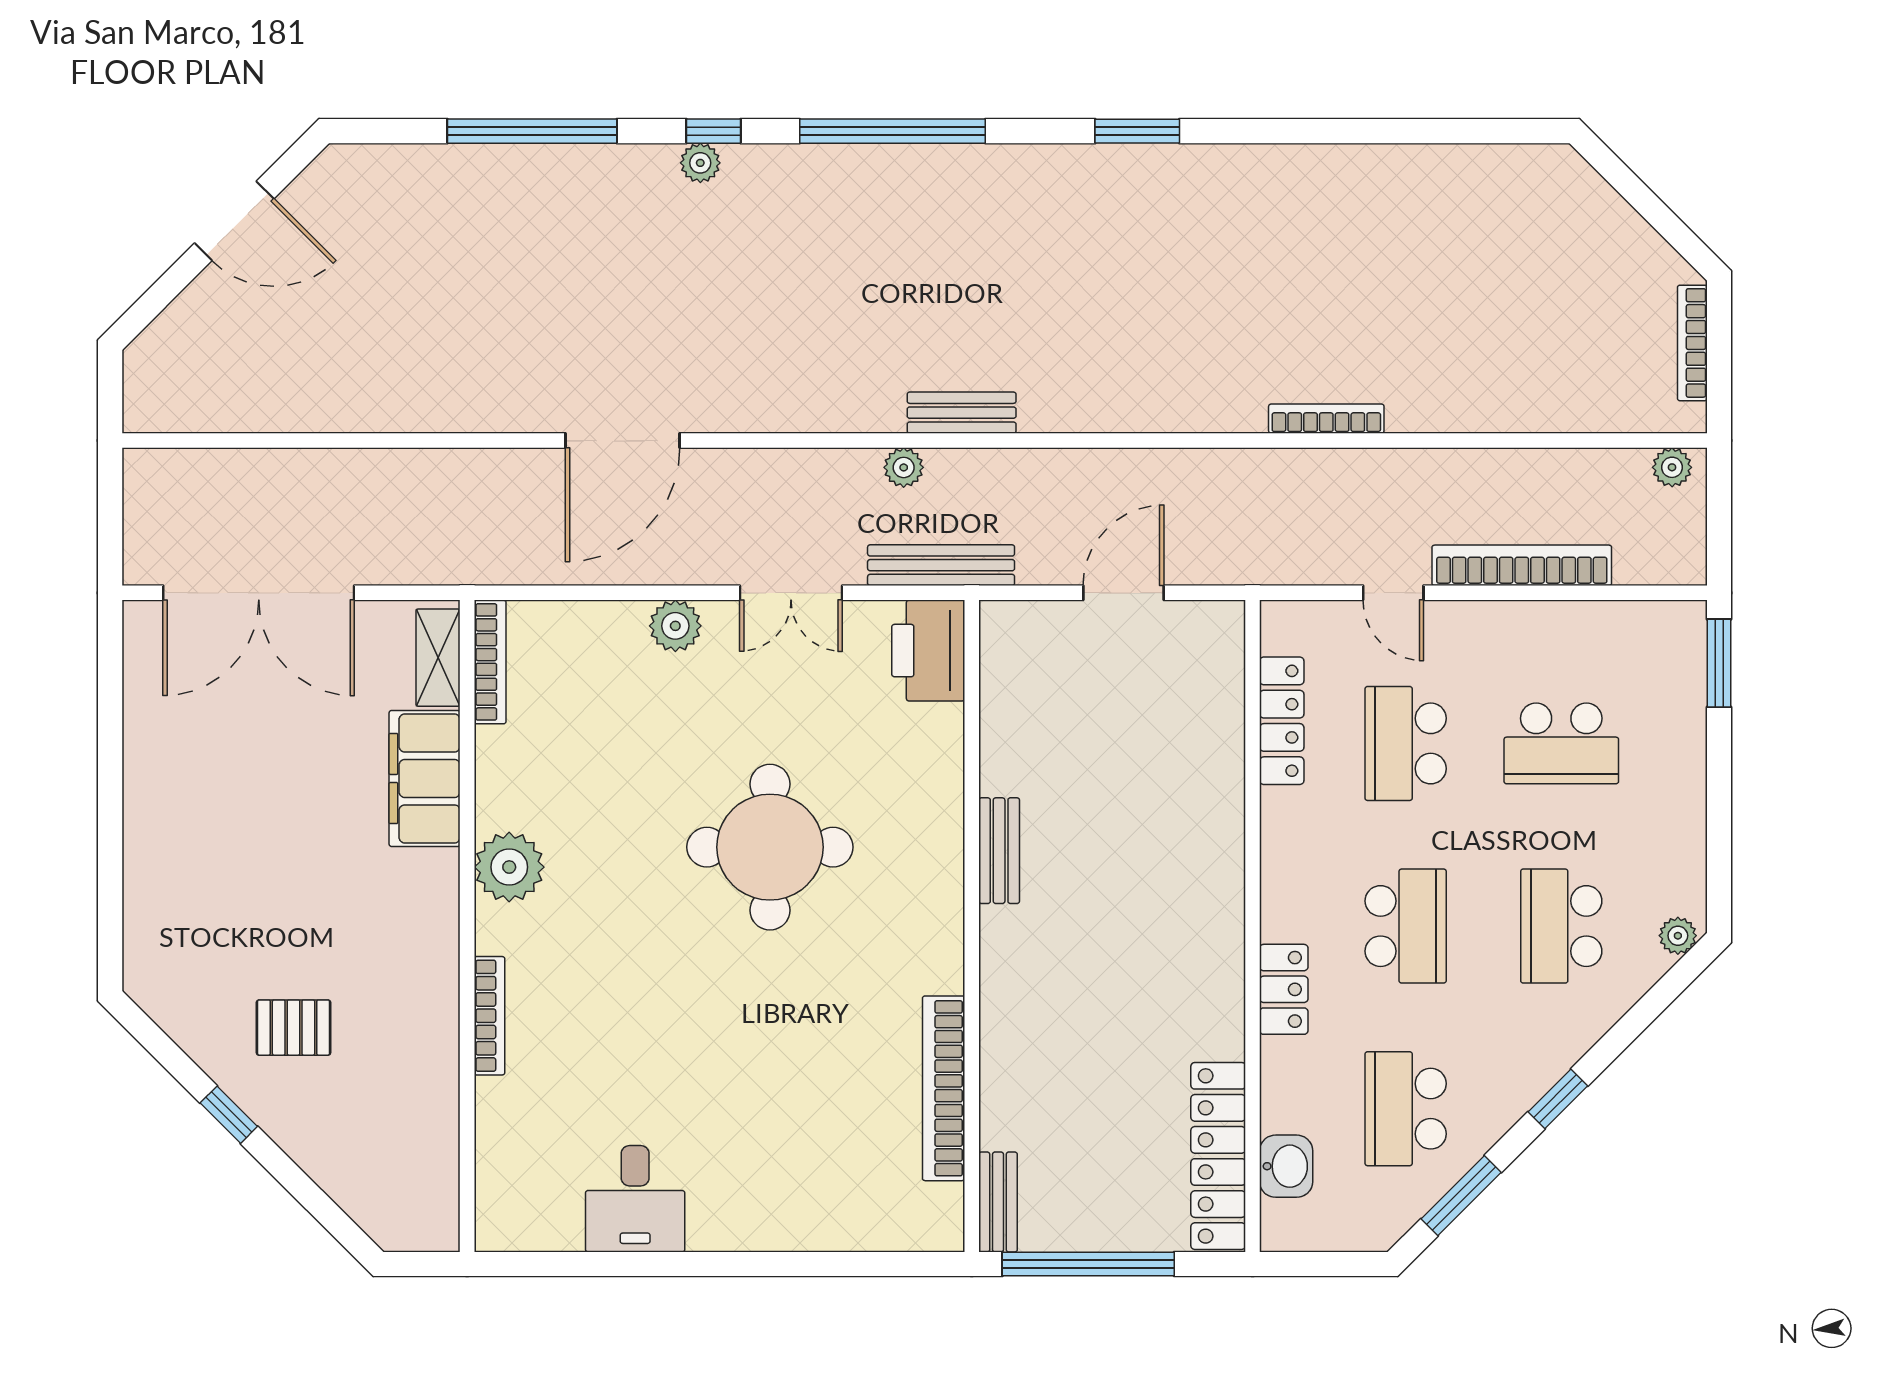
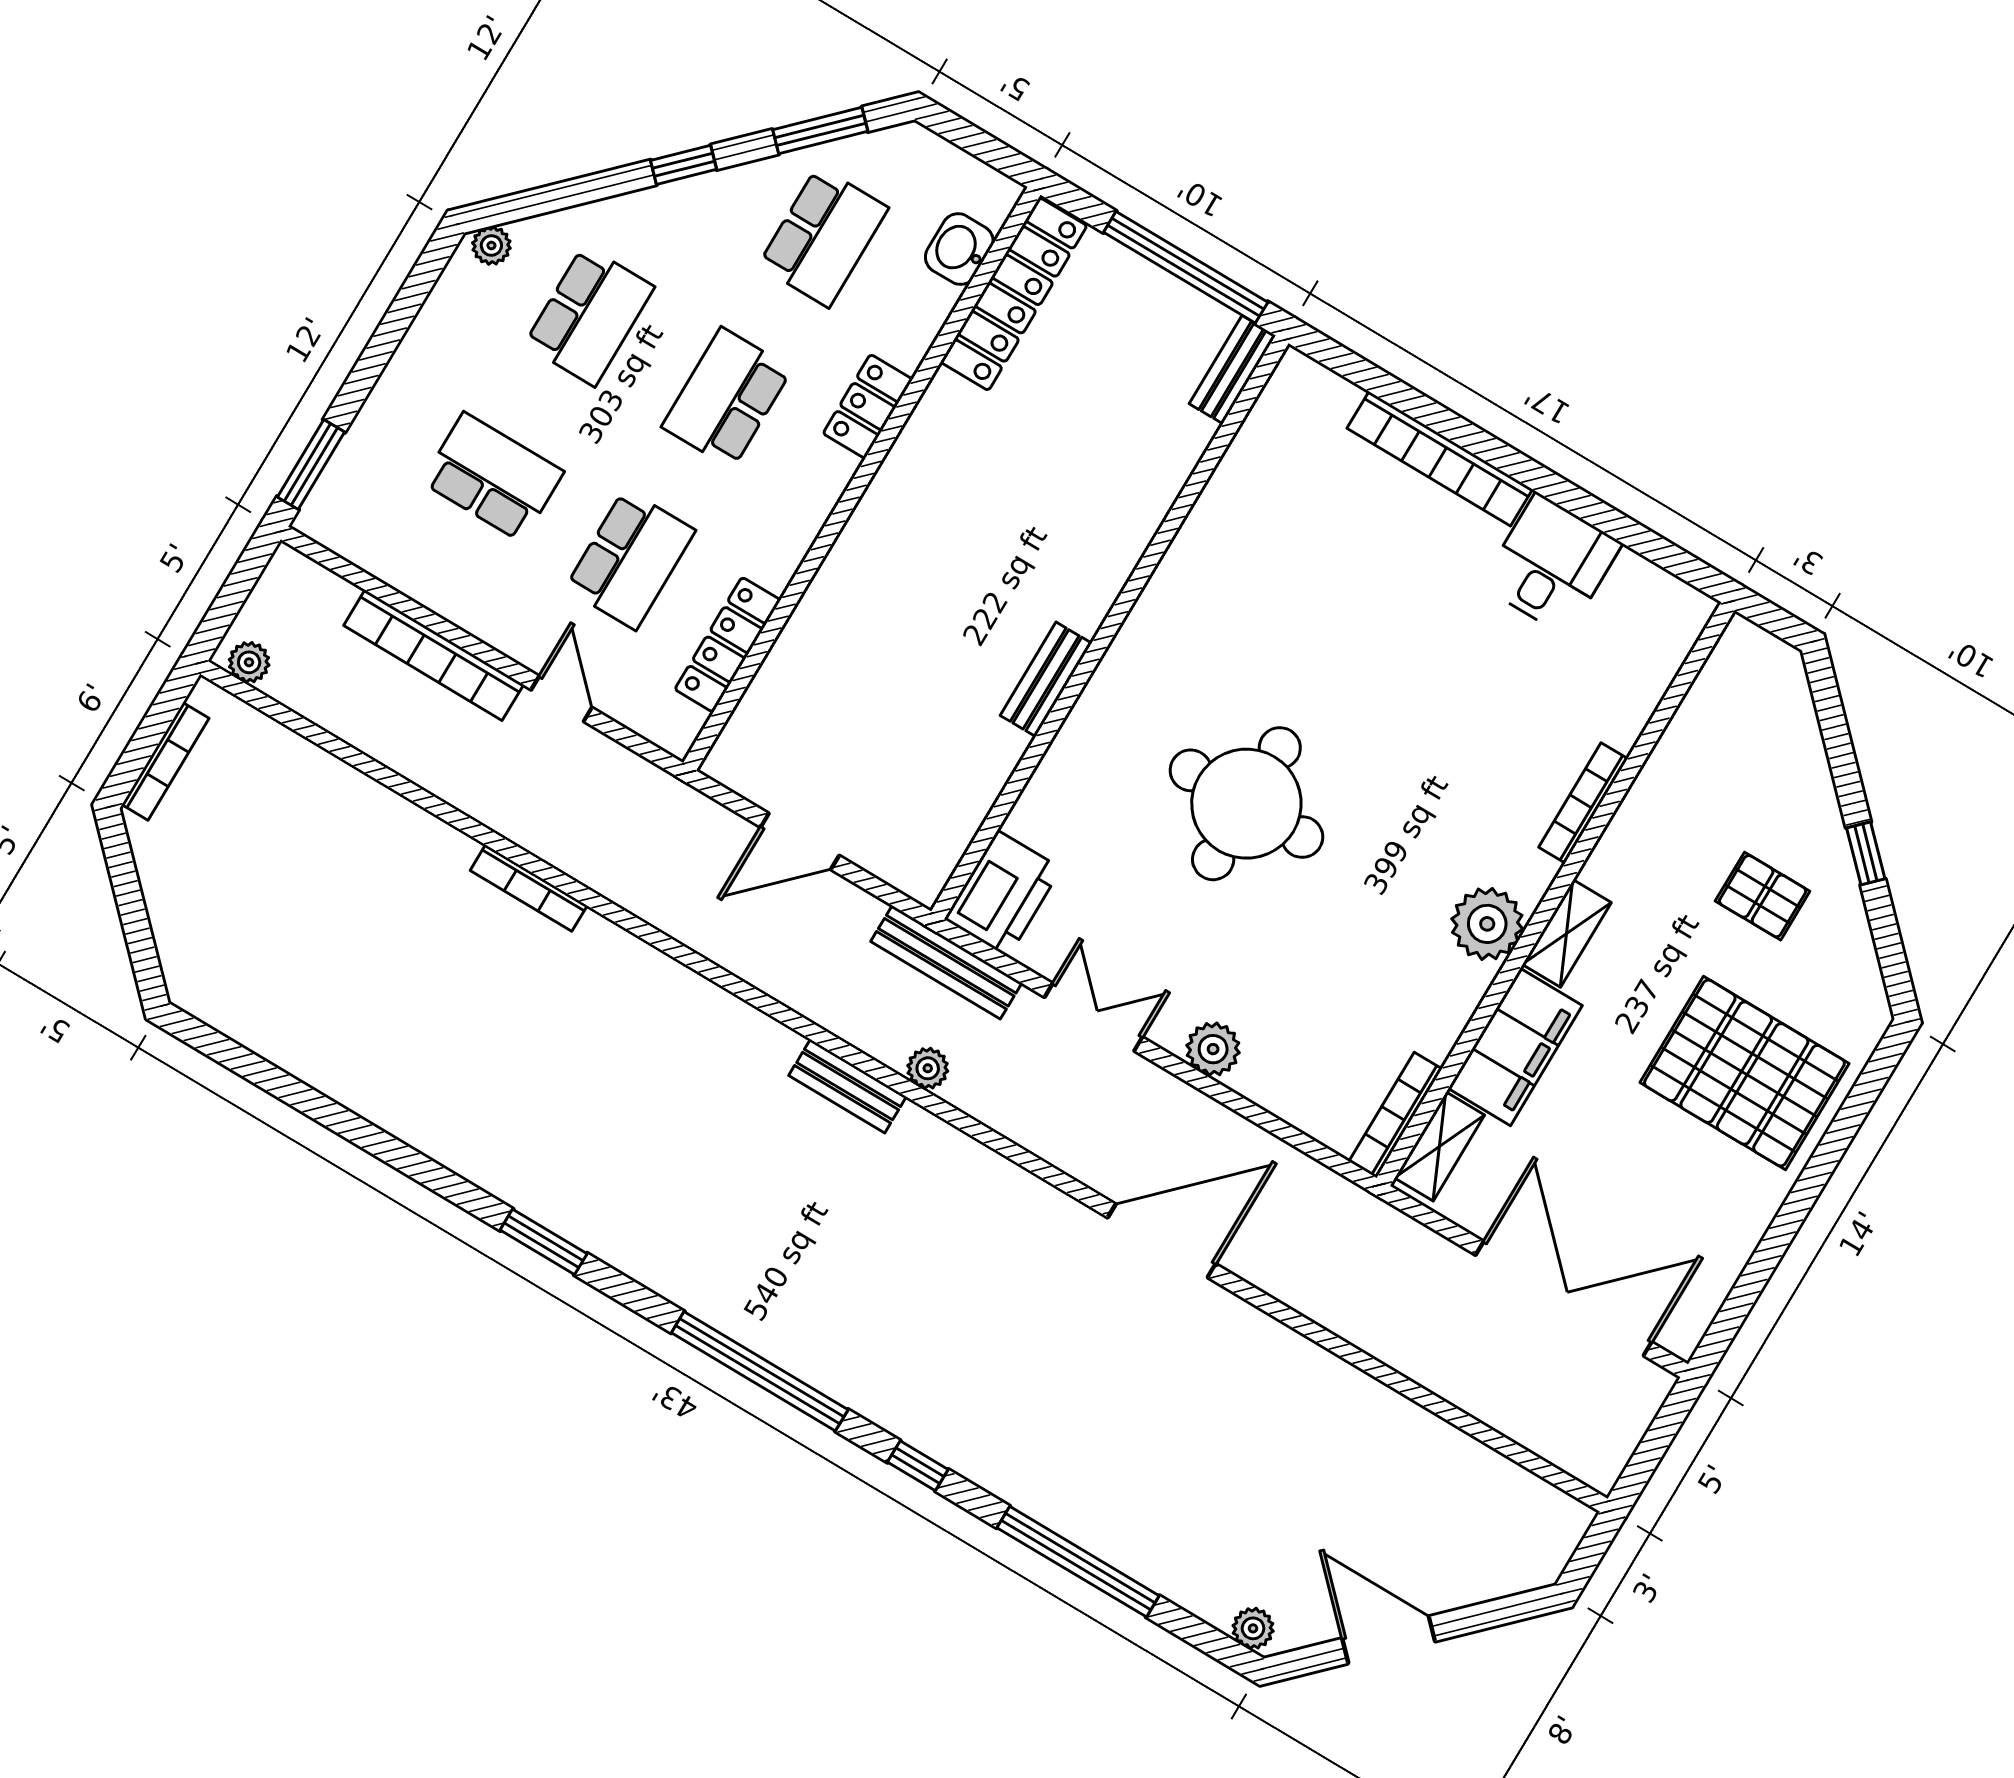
plant: (700, 163) -> (1253, 1628), moved
pallet: (220, 871) -> (1744, 1073), added
shelving: (438, 899) -> (1567, 933), added
bookcase: (944, 1088) -> (1440, 459), moved, turned 90

